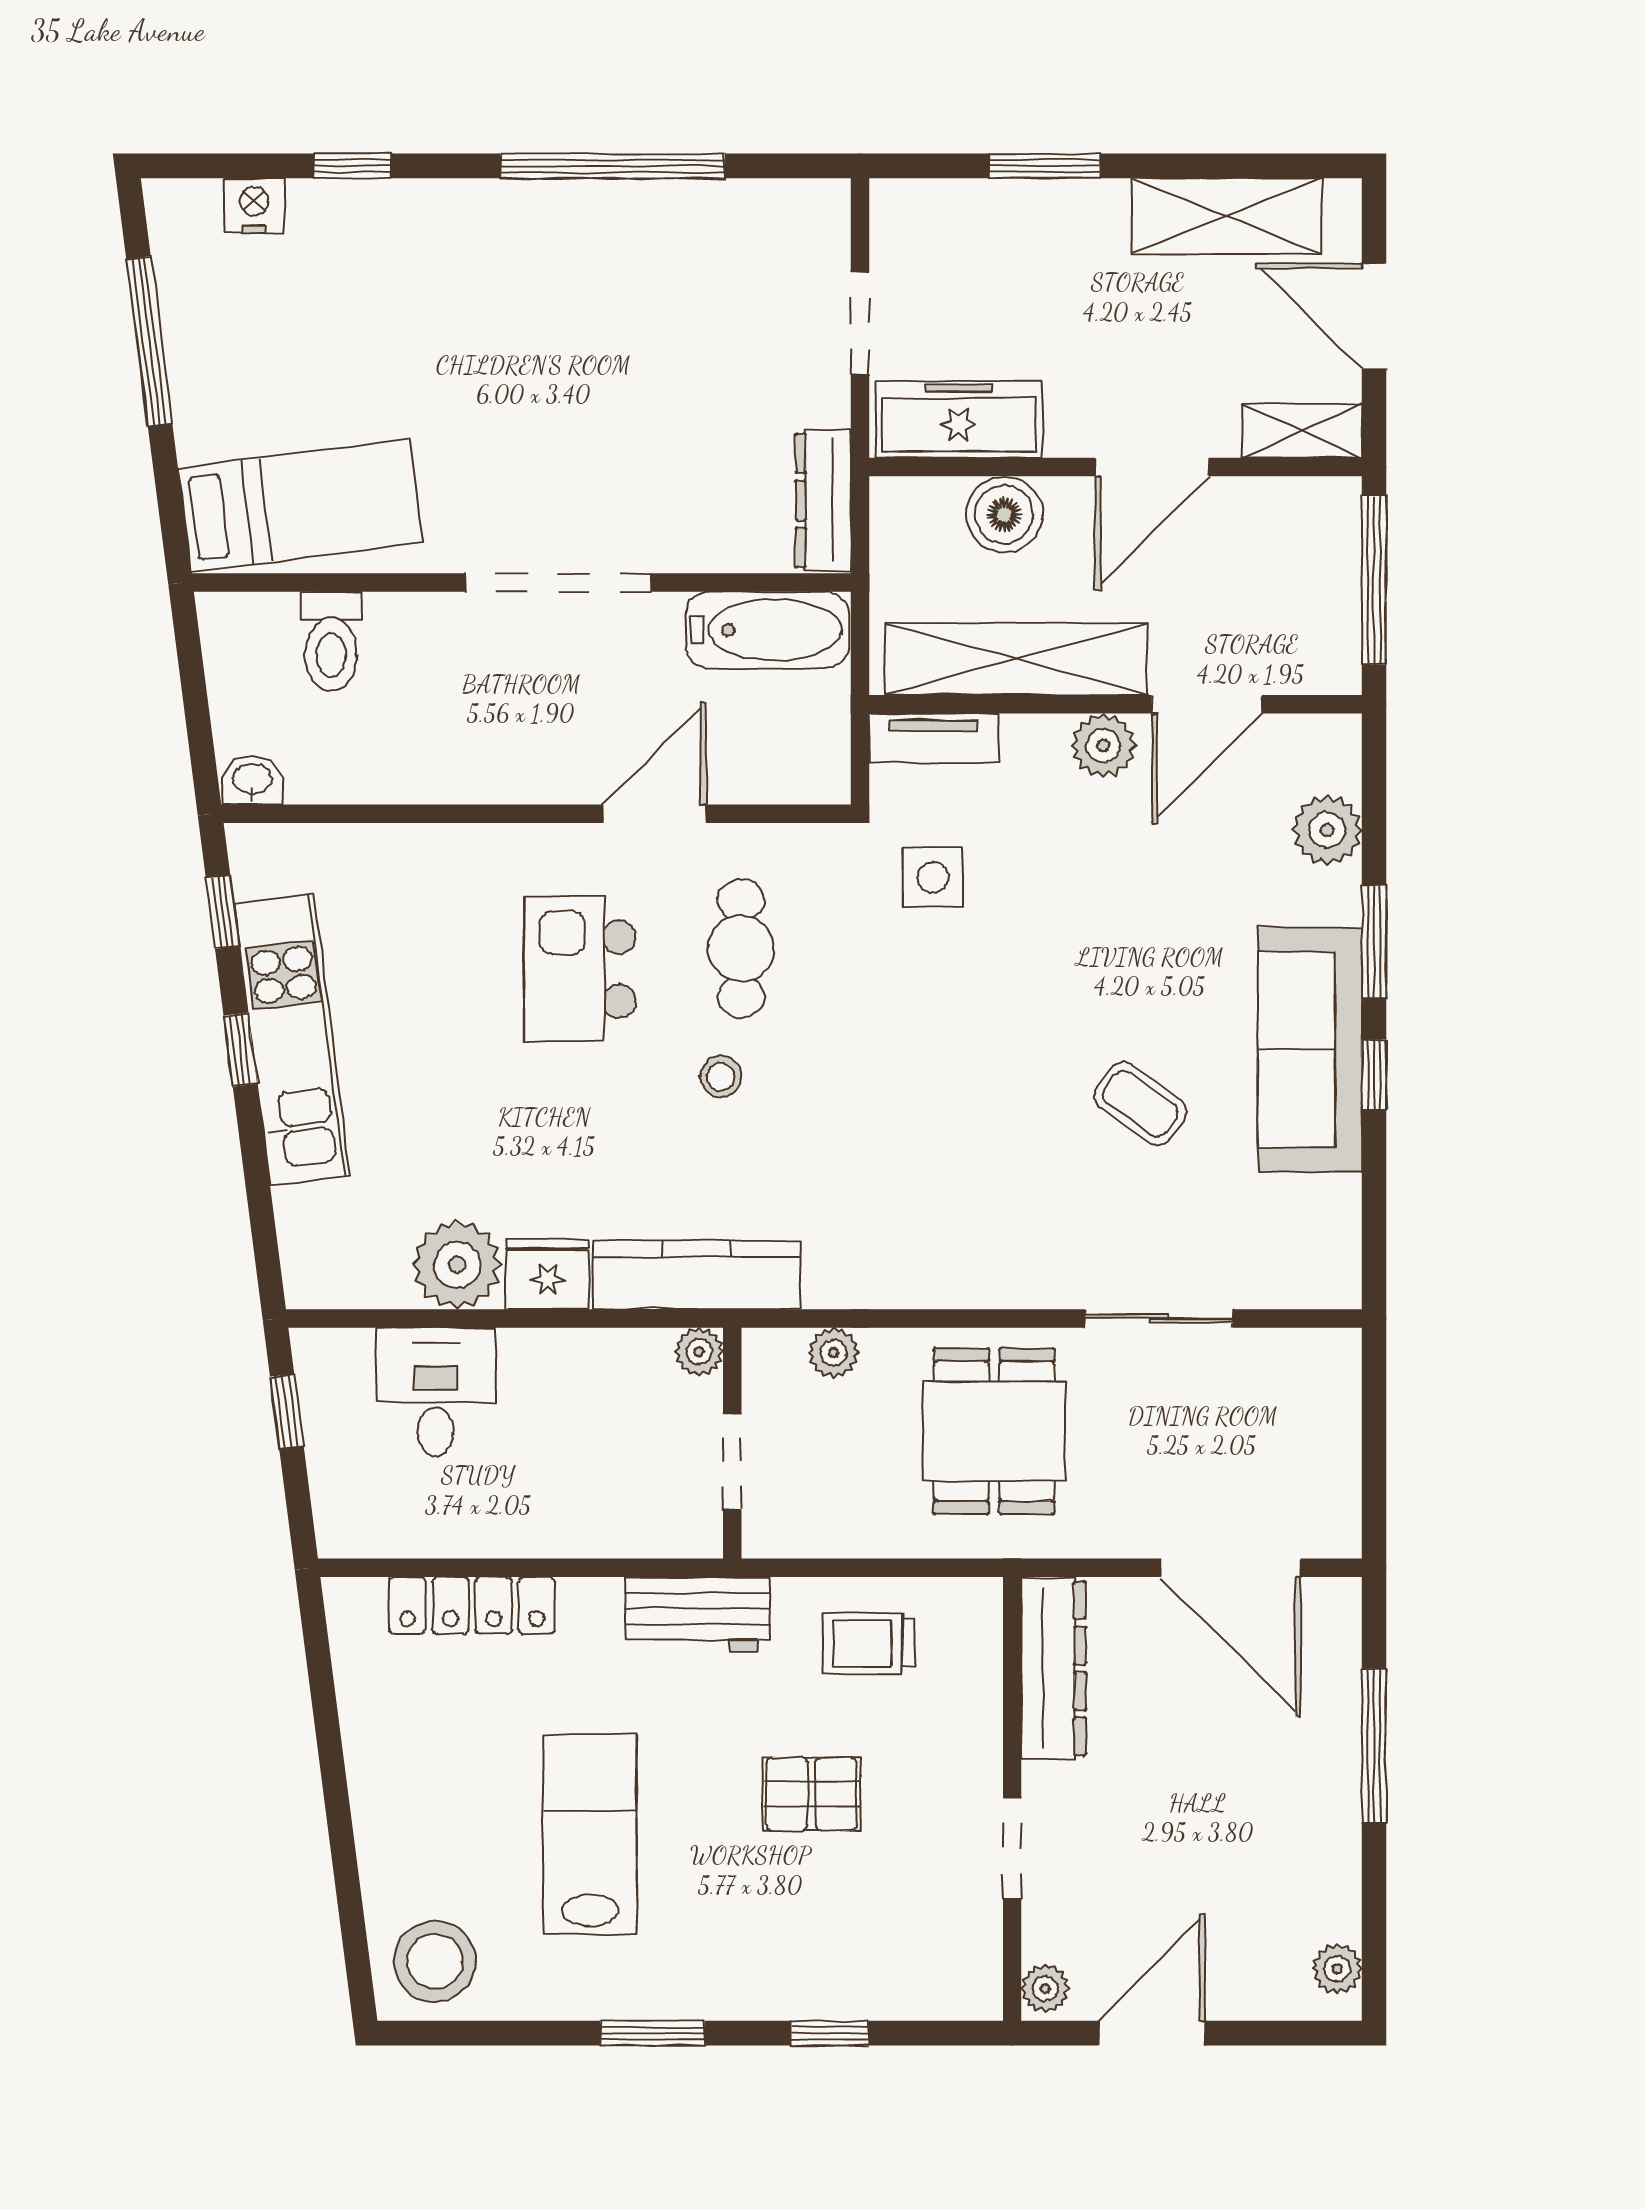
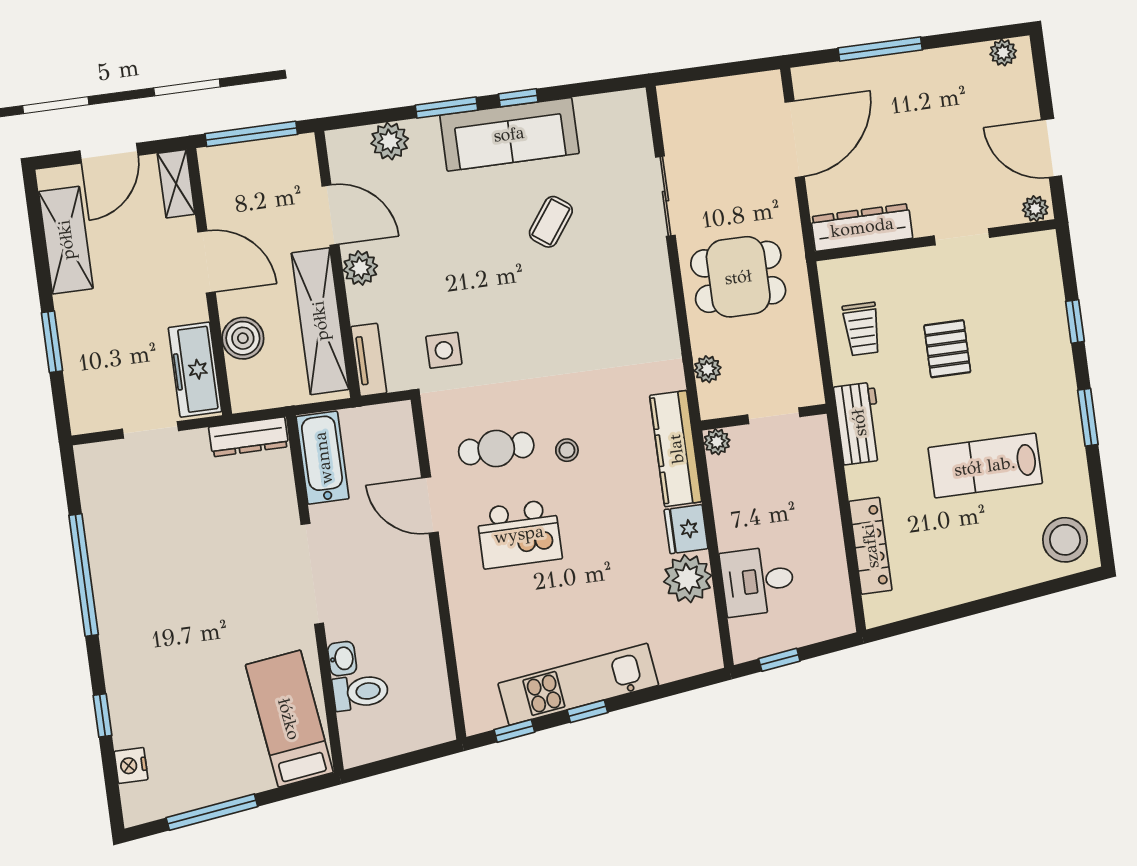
washbasin: (252, 780) -> (342, 659), moved, turned 180

